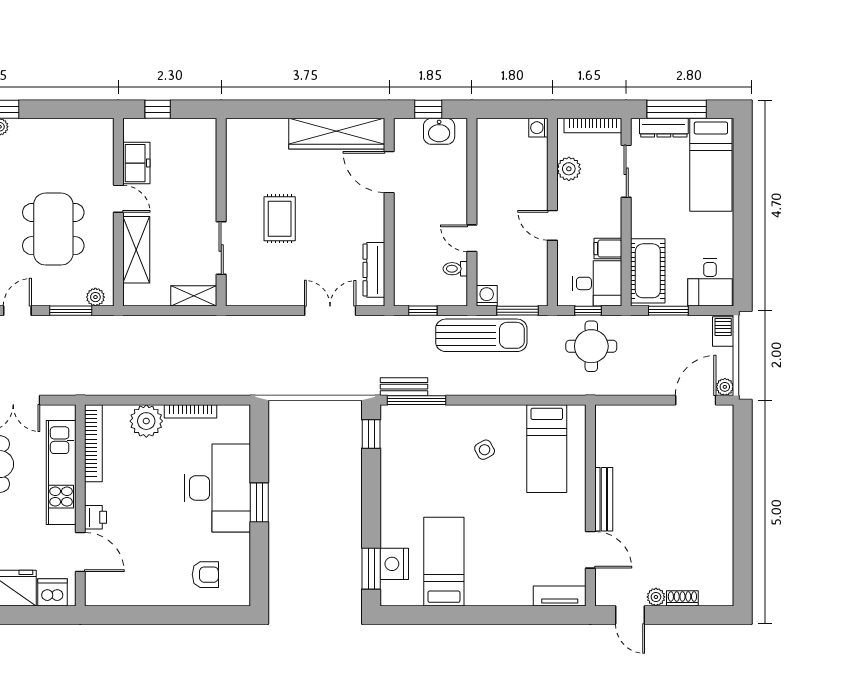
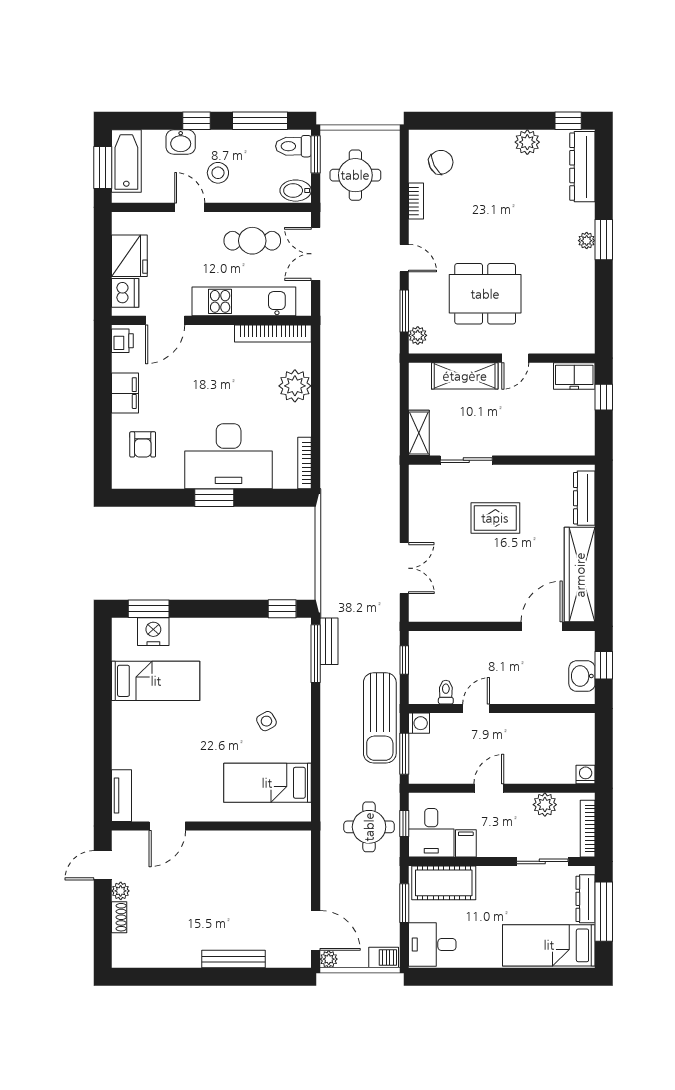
freezer: (136, 163) -> (574, 376), moved
dresser: (374, 270) -> (584, 498), moved, turned -90
bookcase: (191, 411) -> (305, 463), moved
bench: (604, 499) -> (234, 959), moved
printer: (96, 517) -> (122, 341), moved, turned -90
filing cabinet: (154, 592) -> (125, 393), added

